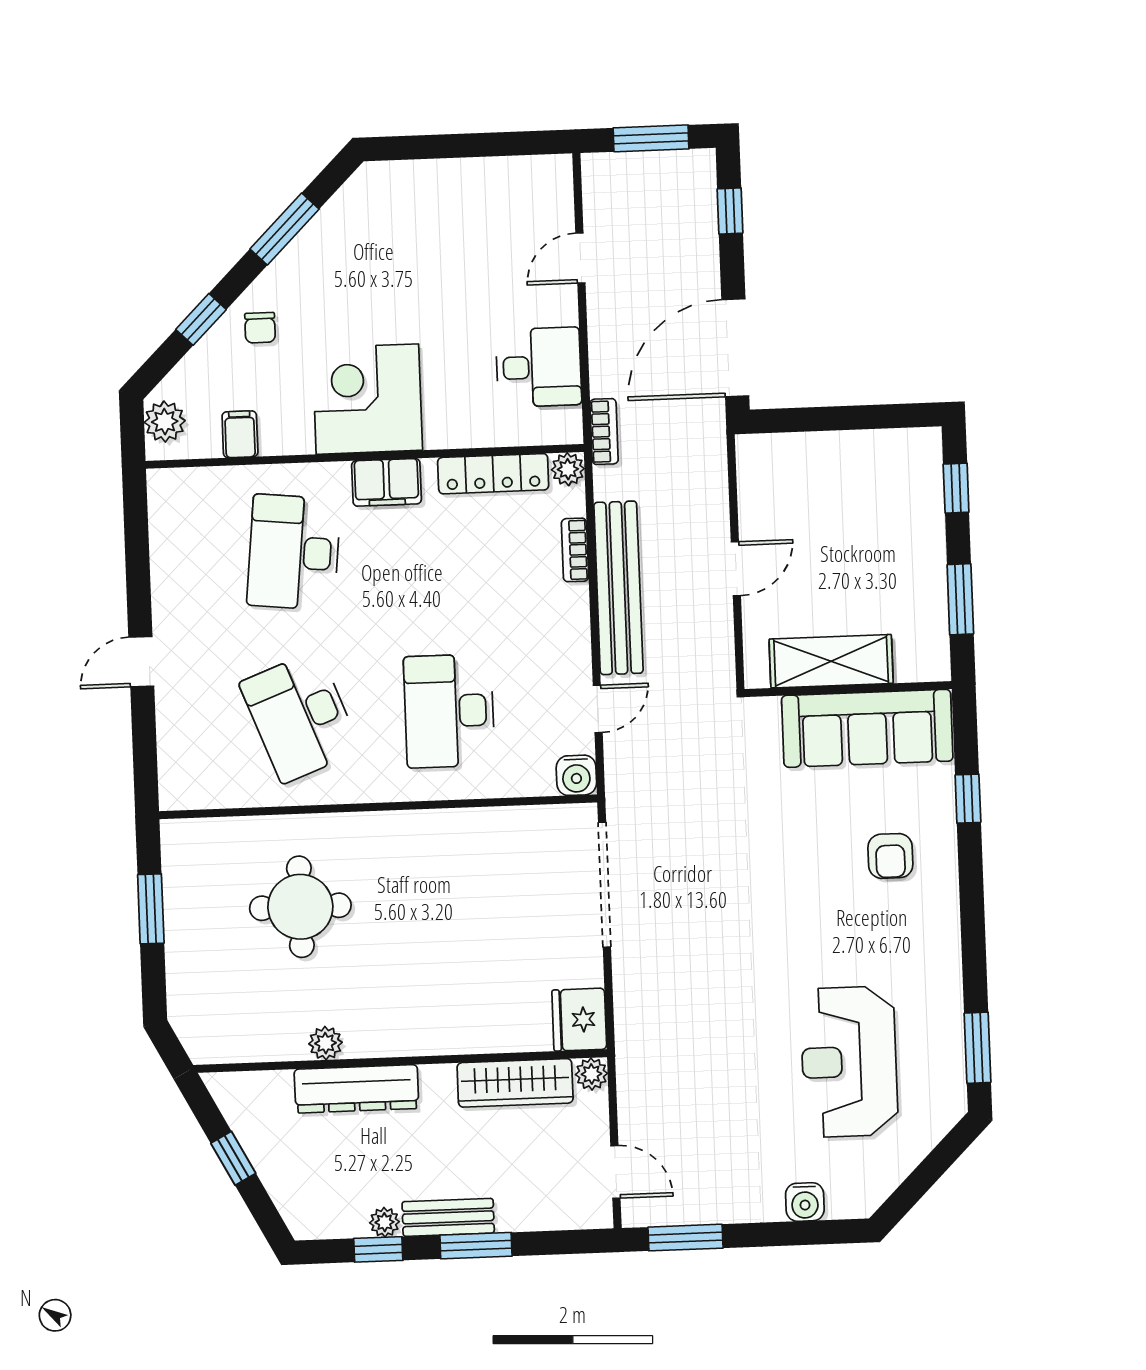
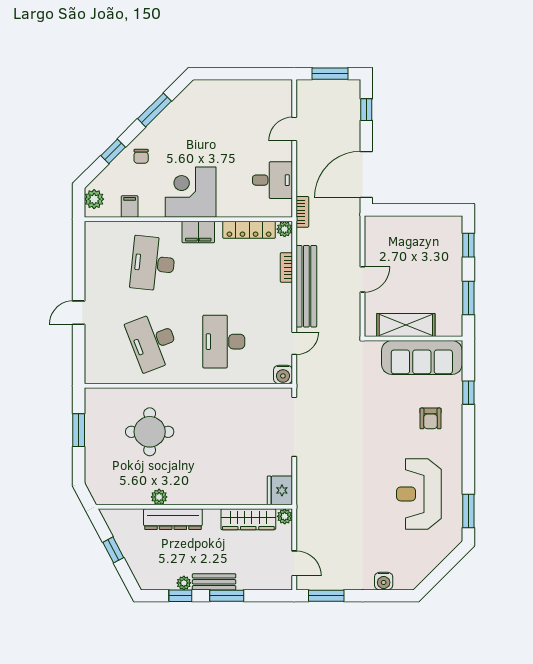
reception desk: (849, 1062) -> (419, 494), moved

